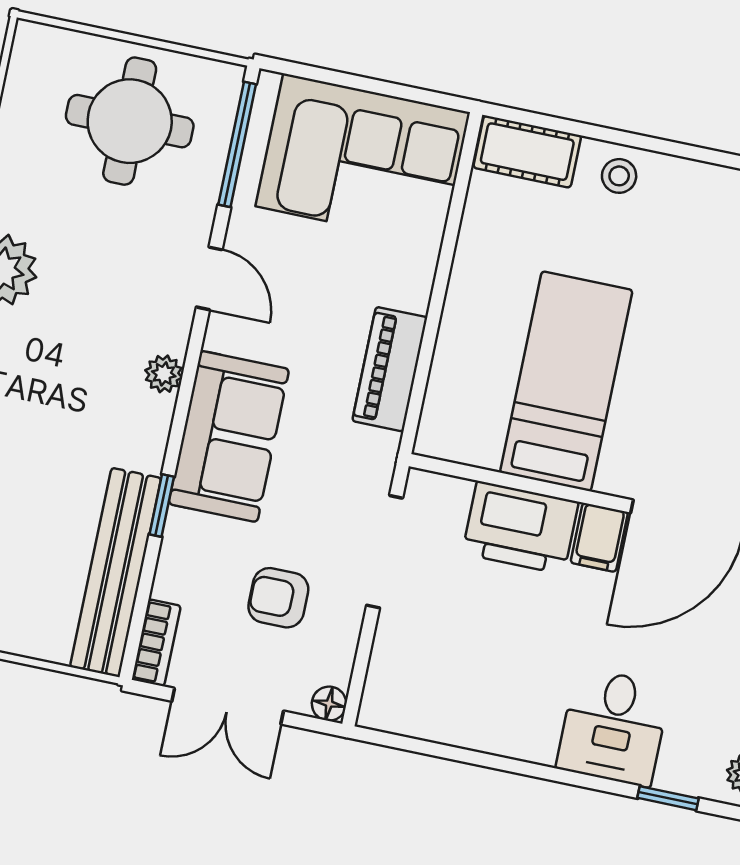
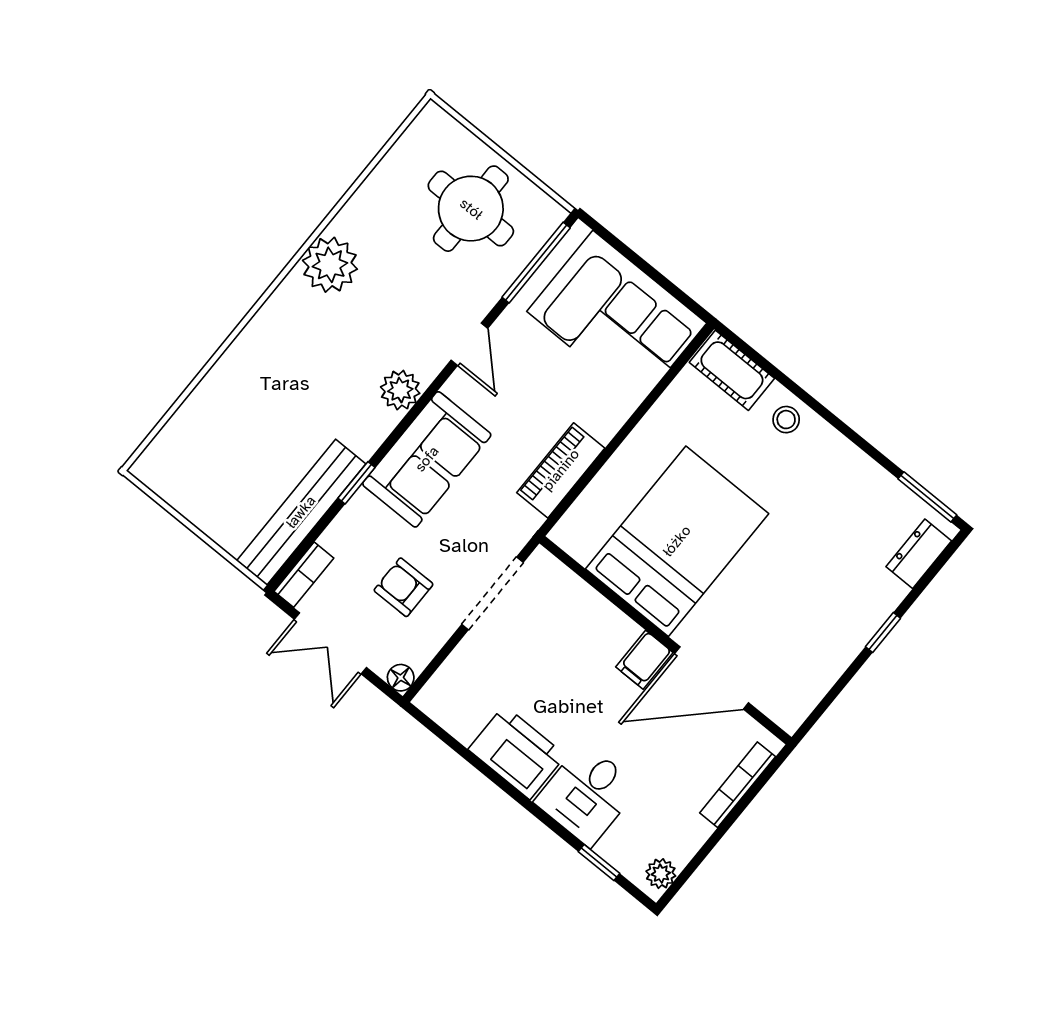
plant: (164, 374) -> (400, 390), width x1.38, depth x1.38
bed: (566, 381) -> (677, 541), width x1.50
printer: (520, 528) -> (517, 752), moved, turned 180

